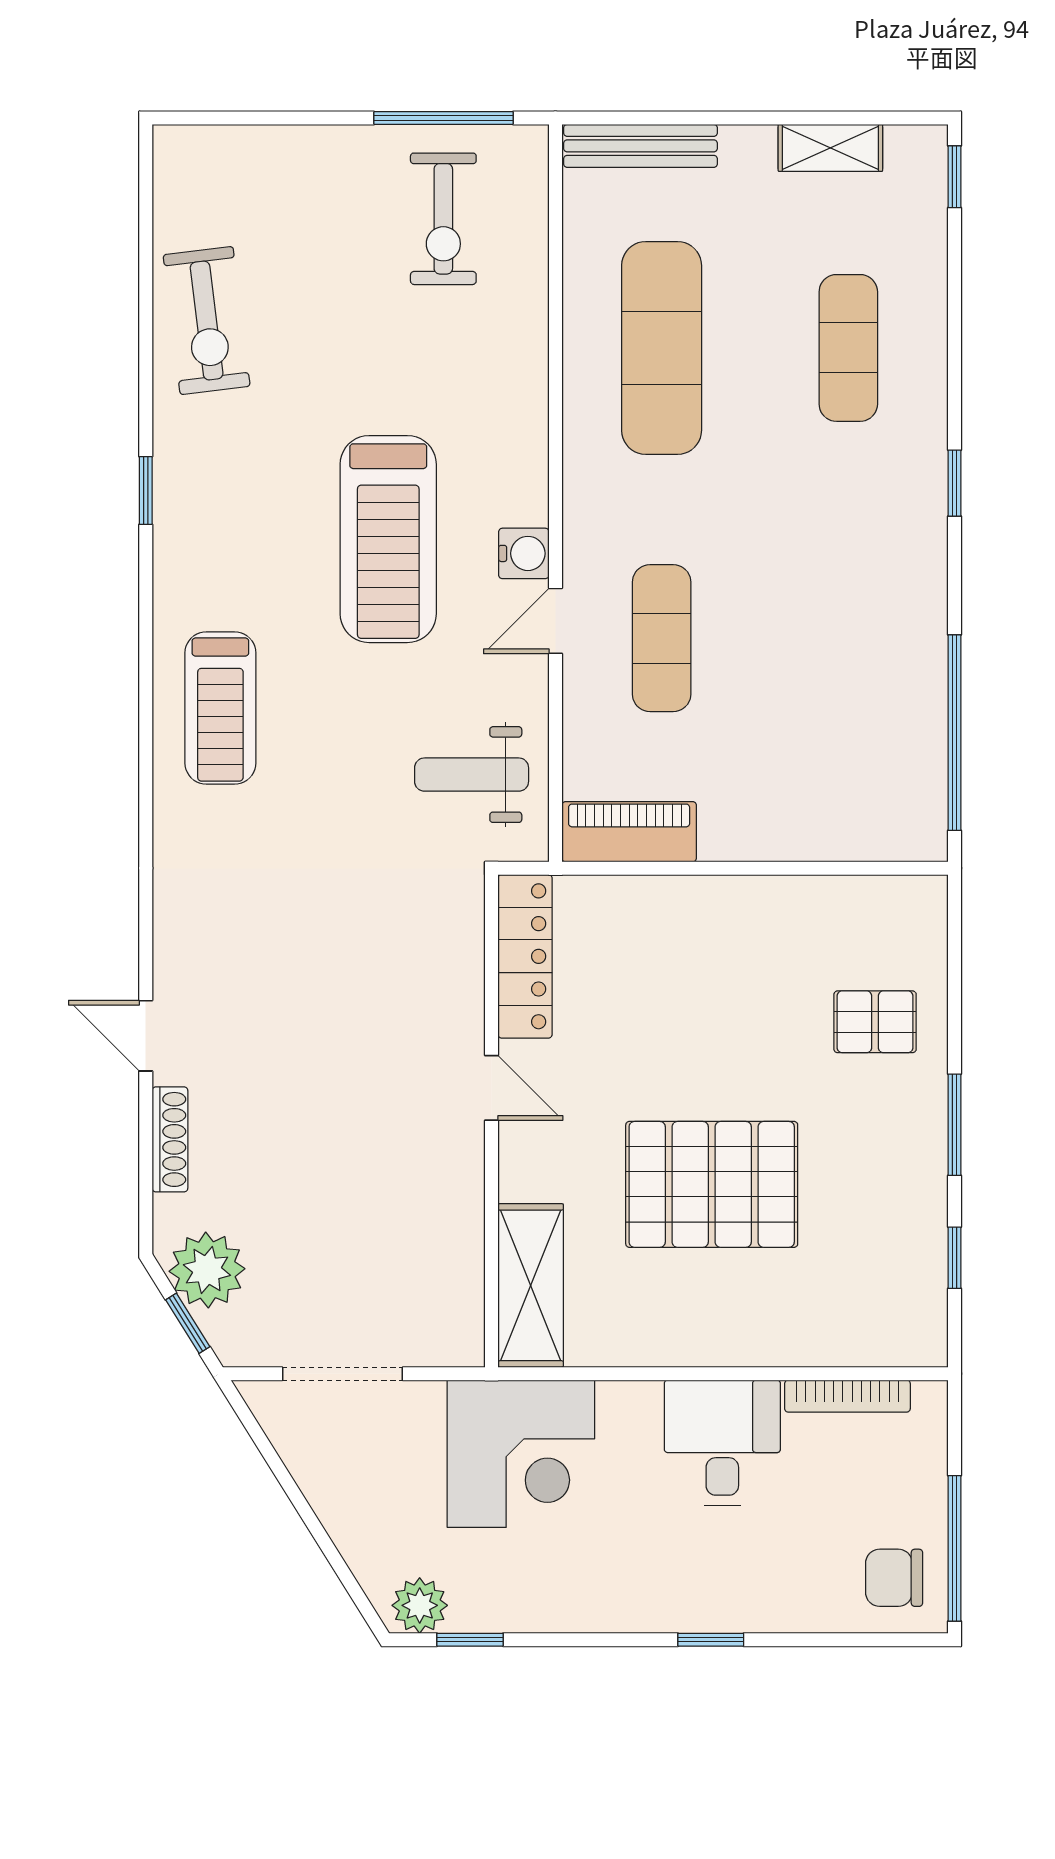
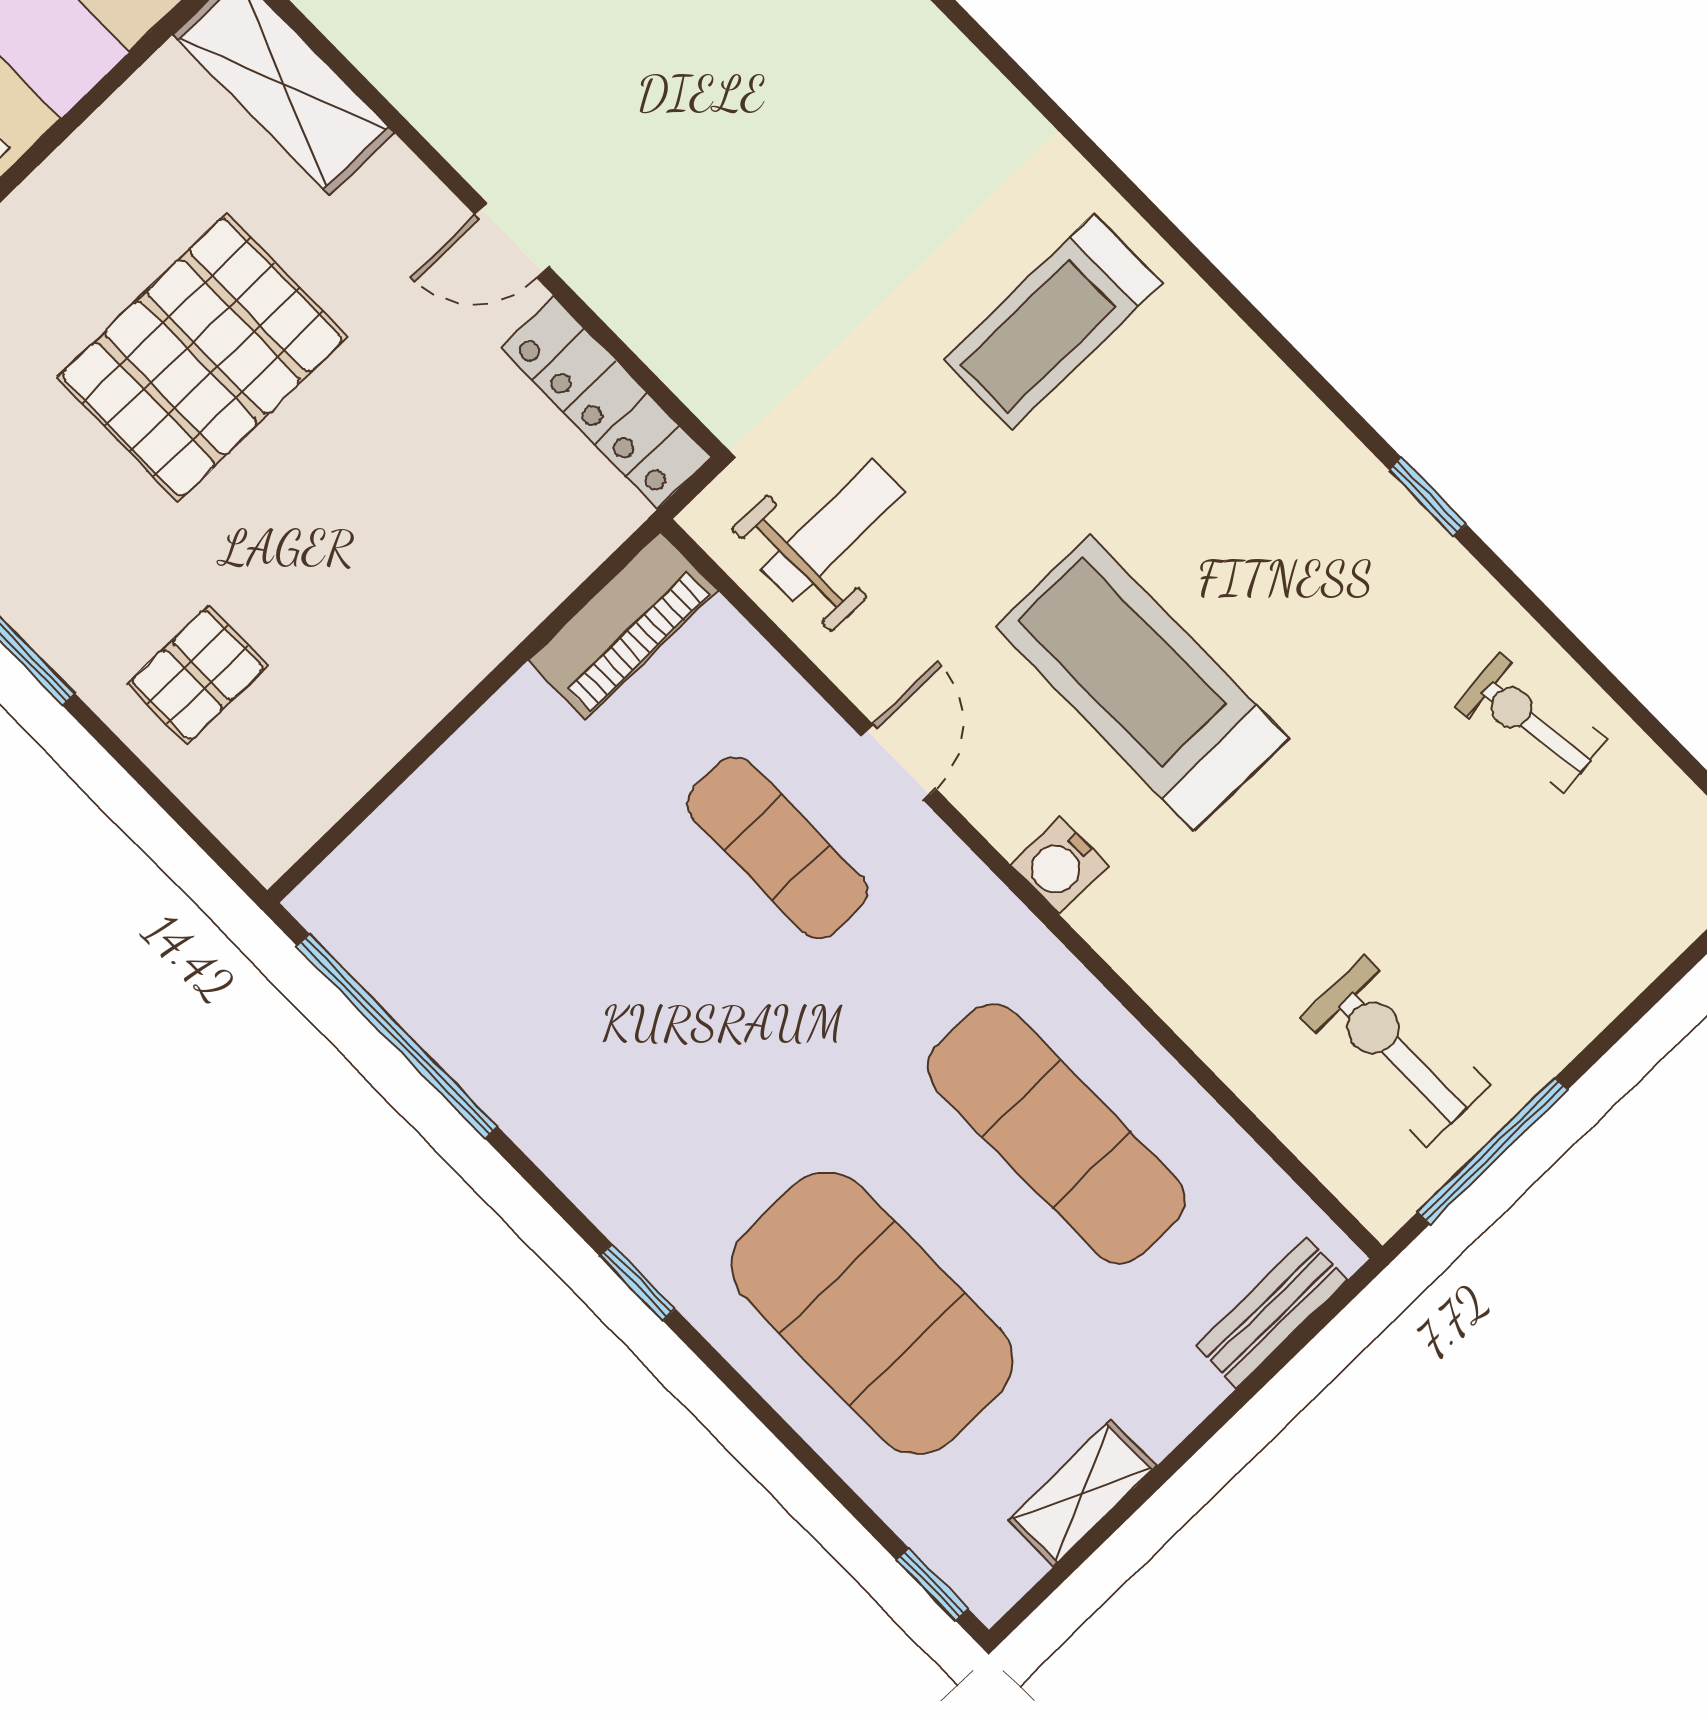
bench: (640, 146) -> (1272, 1313), width x0.73
exercise bike: (207, 321) -> (1531, 723), width x0.73, depth x0.72
exercise mat: (848, 348) -> (872, 1313), width x2.00, depth x1.45
water cooler: (524, 553) -> (1059, 865), moved
treadmill: (220, 708) -> (1053, 322), moved, turned -90

